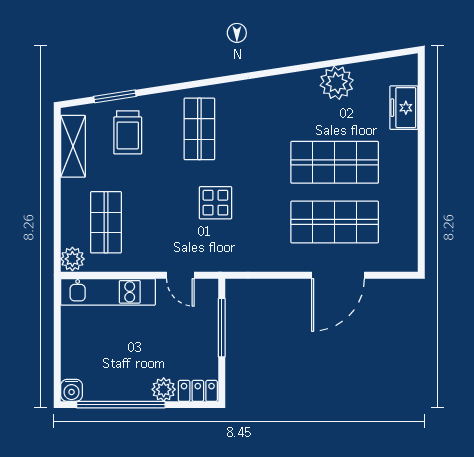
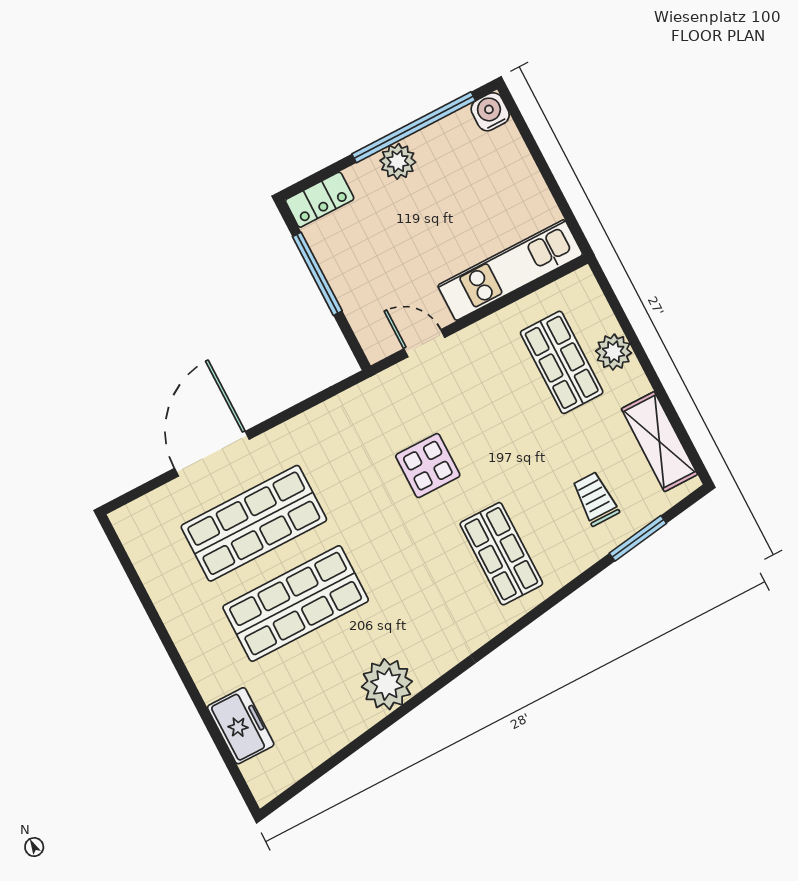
plant: (337, 83) -> (387, 684), moved
trolley: (128, 132) -> (595, 499), width x0.73, depth x0.72
plant: (72, 259) -> (614, 352), moved
window: (222, 328) -> (317, 274), moved
plant: (164, 389) -> (398, 161), moved

